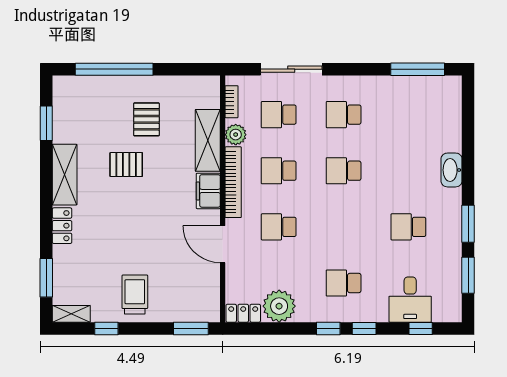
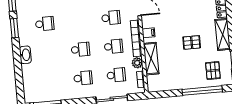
pallet: (146, 119) -> (213, 71), moved
filing cabinet: (208, 191) -> (148, 33), width x0.50

